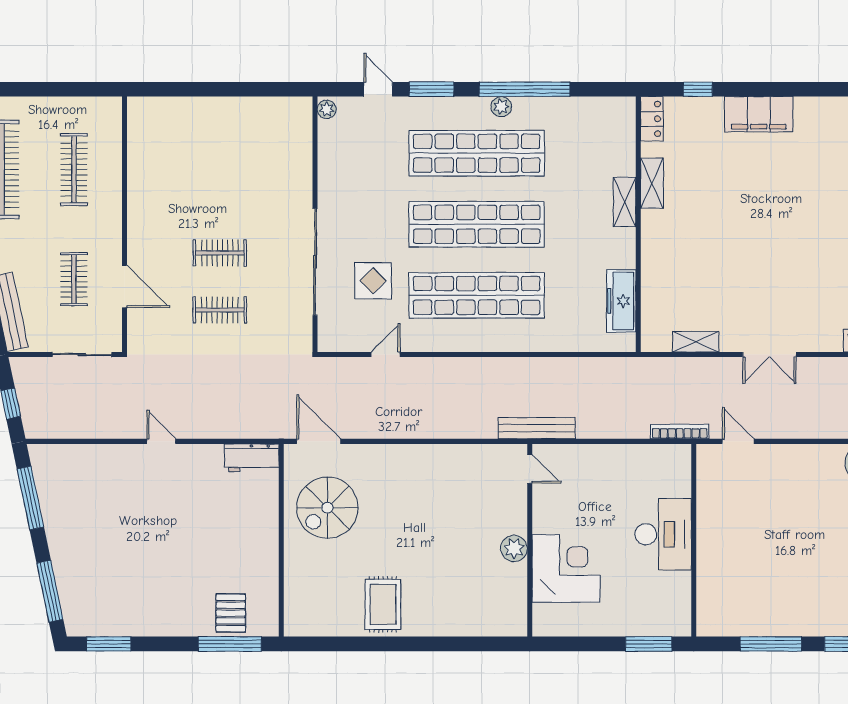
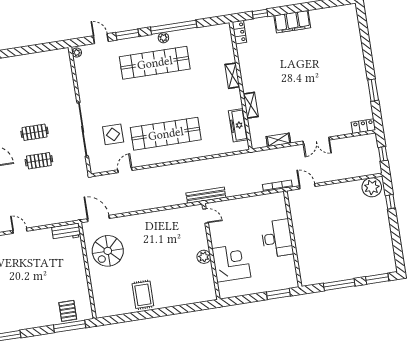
shelving: (652, 183) -> (251, 105), moved
shop shelf: (477, 224) -> (160, 98), removed

